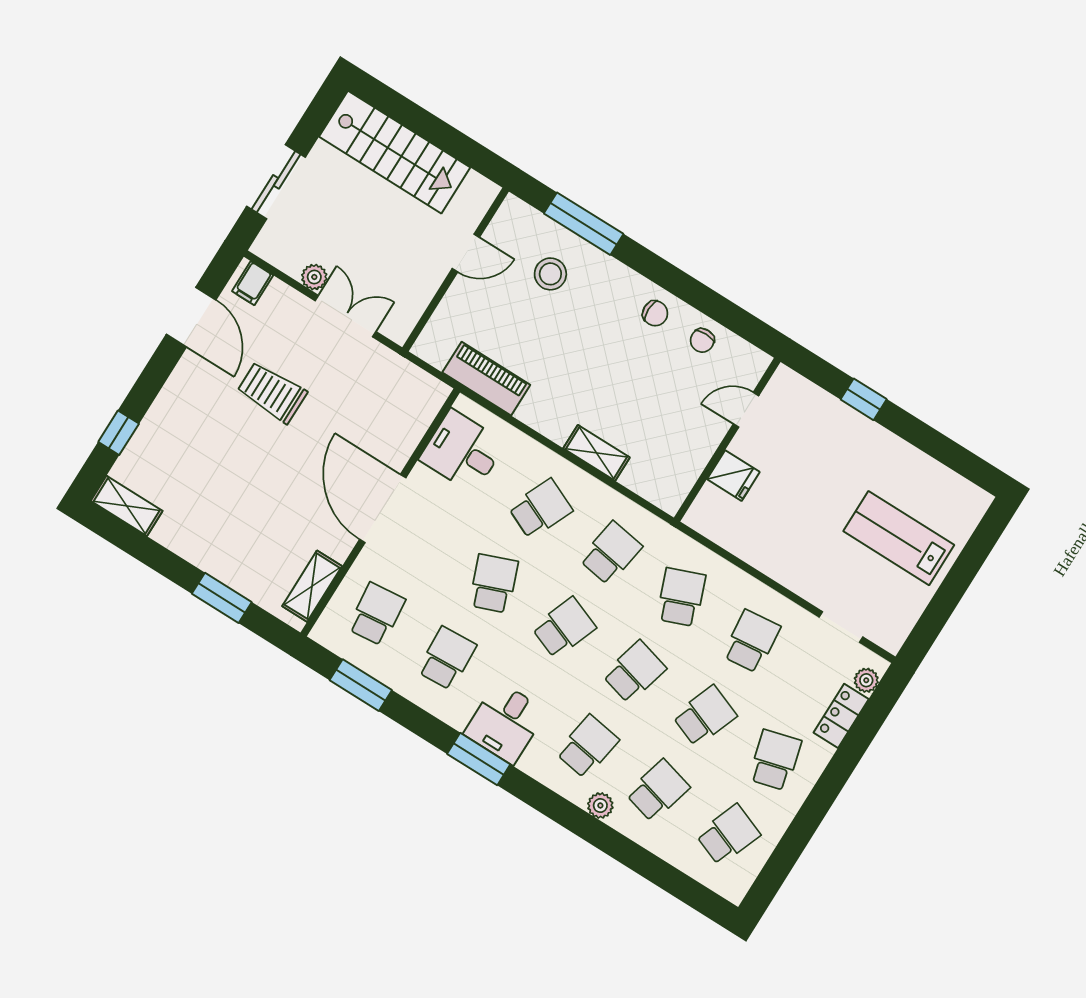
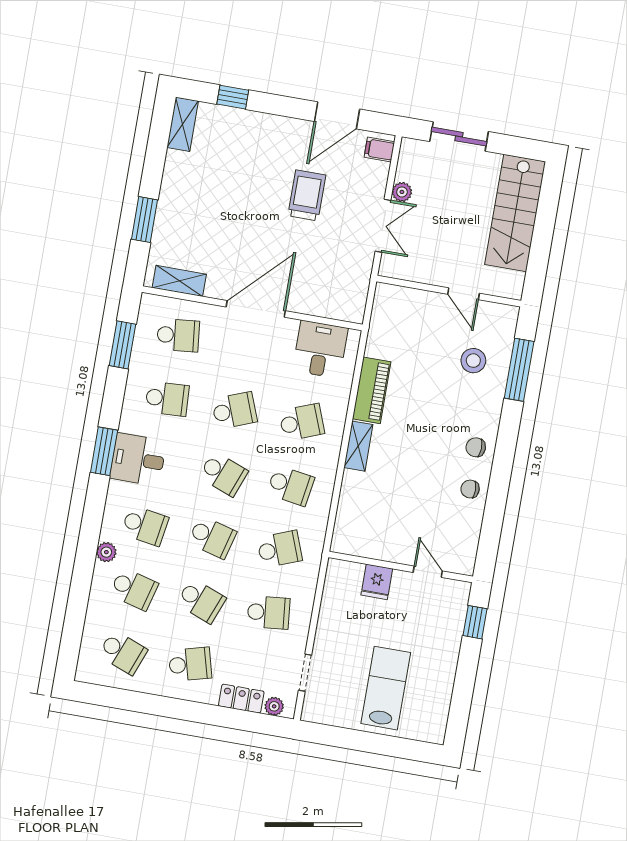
chair: (655, 313) -> (476, 447), turned 92
piano: (486, 379) -> (372, 390), moved
door: (746, 410) -> (428, 572), moved
wall: (727, 440) -> (401, 567), moved
fridge: (733, 476) -> (377, 582), moved
school desk: (540, 509) -> (302, 422), turned -45

